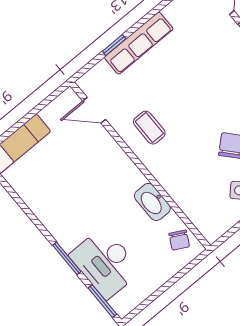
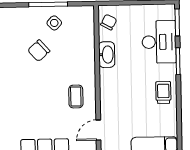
door: (94, 110) -> (98, 130), swing flipped
trolley: (55, 210) -> (163, 92), added

